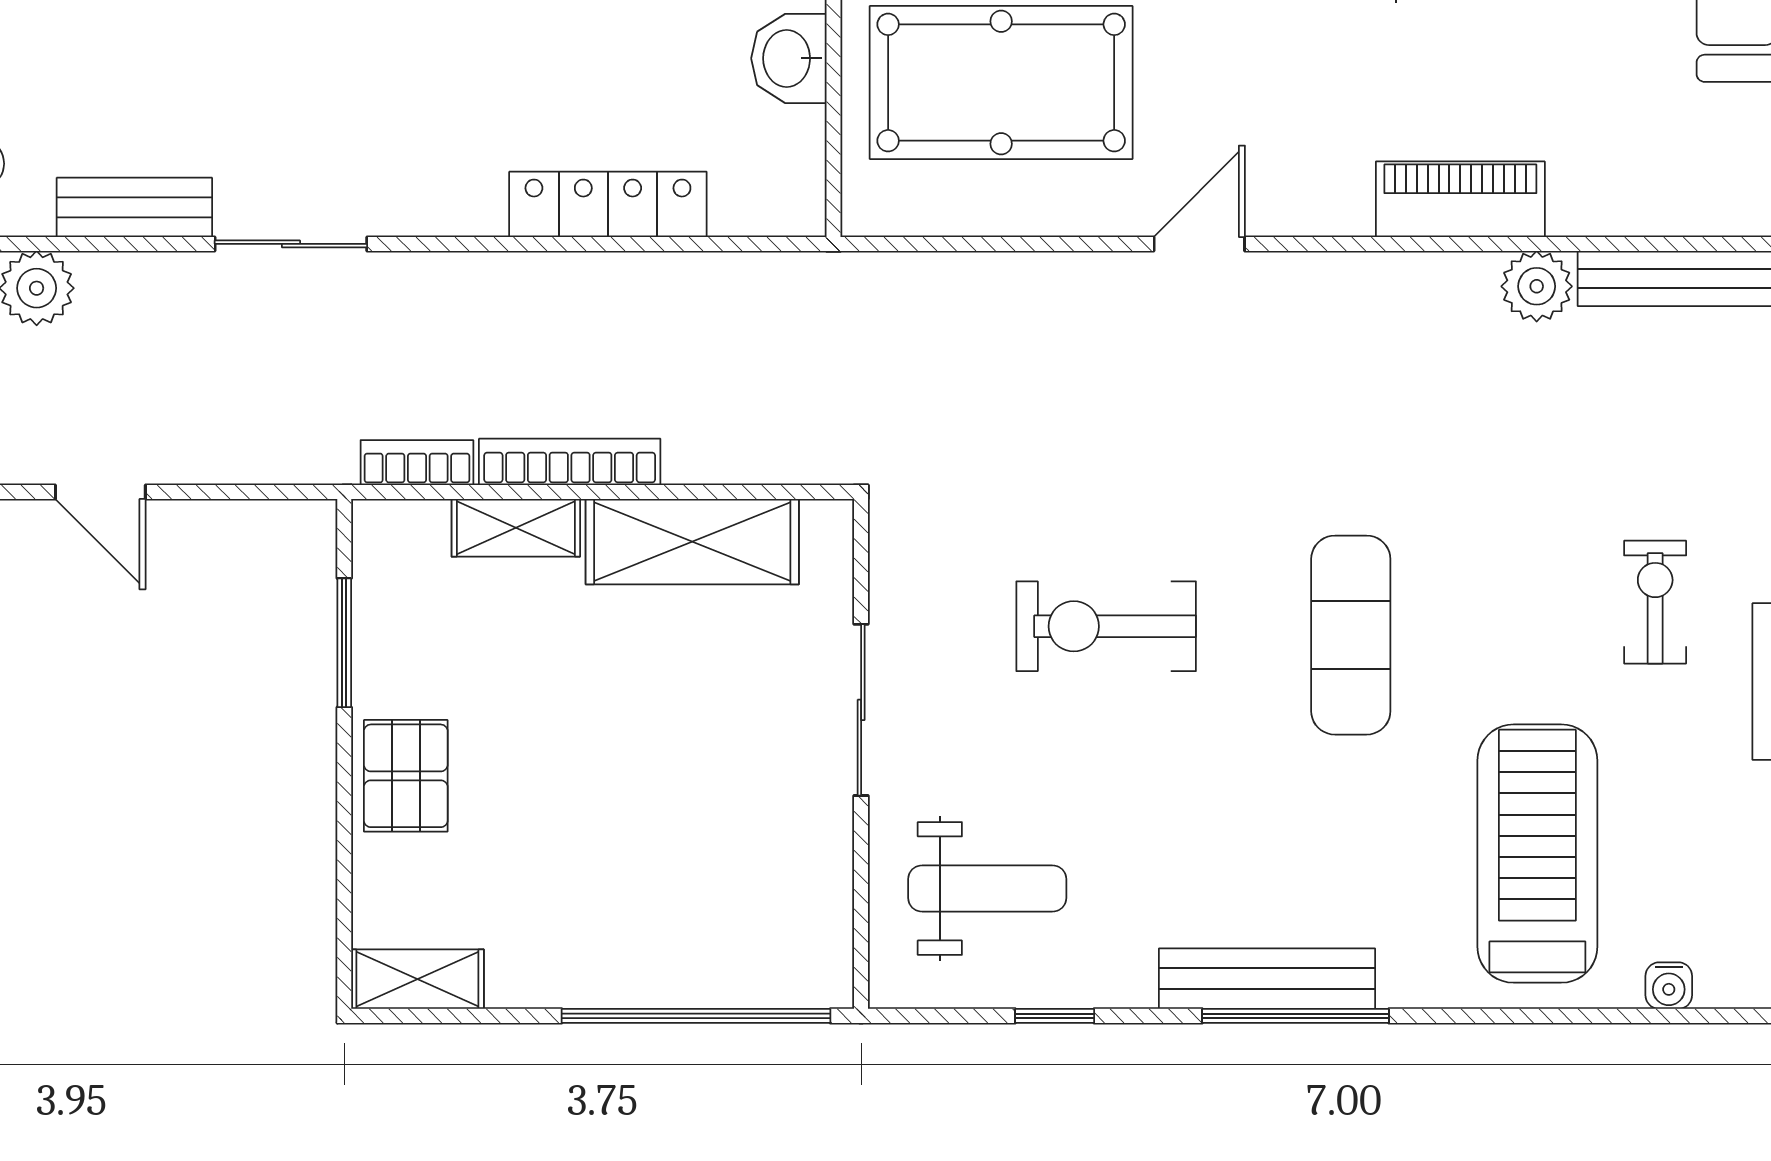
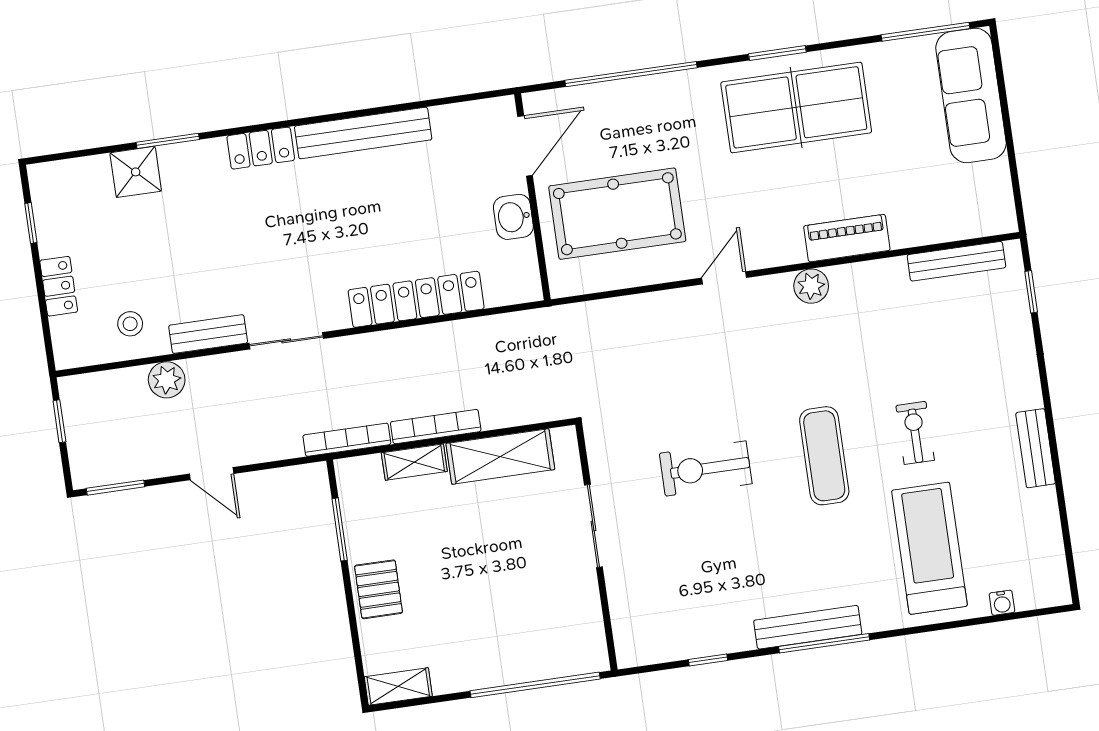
locker: (608, 204) -> (416, 299), width x1.41, depth x1.21
plant: (1537, 286) -> (811, 286), moved
bookcase: (417, 463) -> (347, 440), width x1.56
exercise bike: (1655, 602) -> (915, 433), moved
weight bench: (987, 888) -> (667, 603), removed

